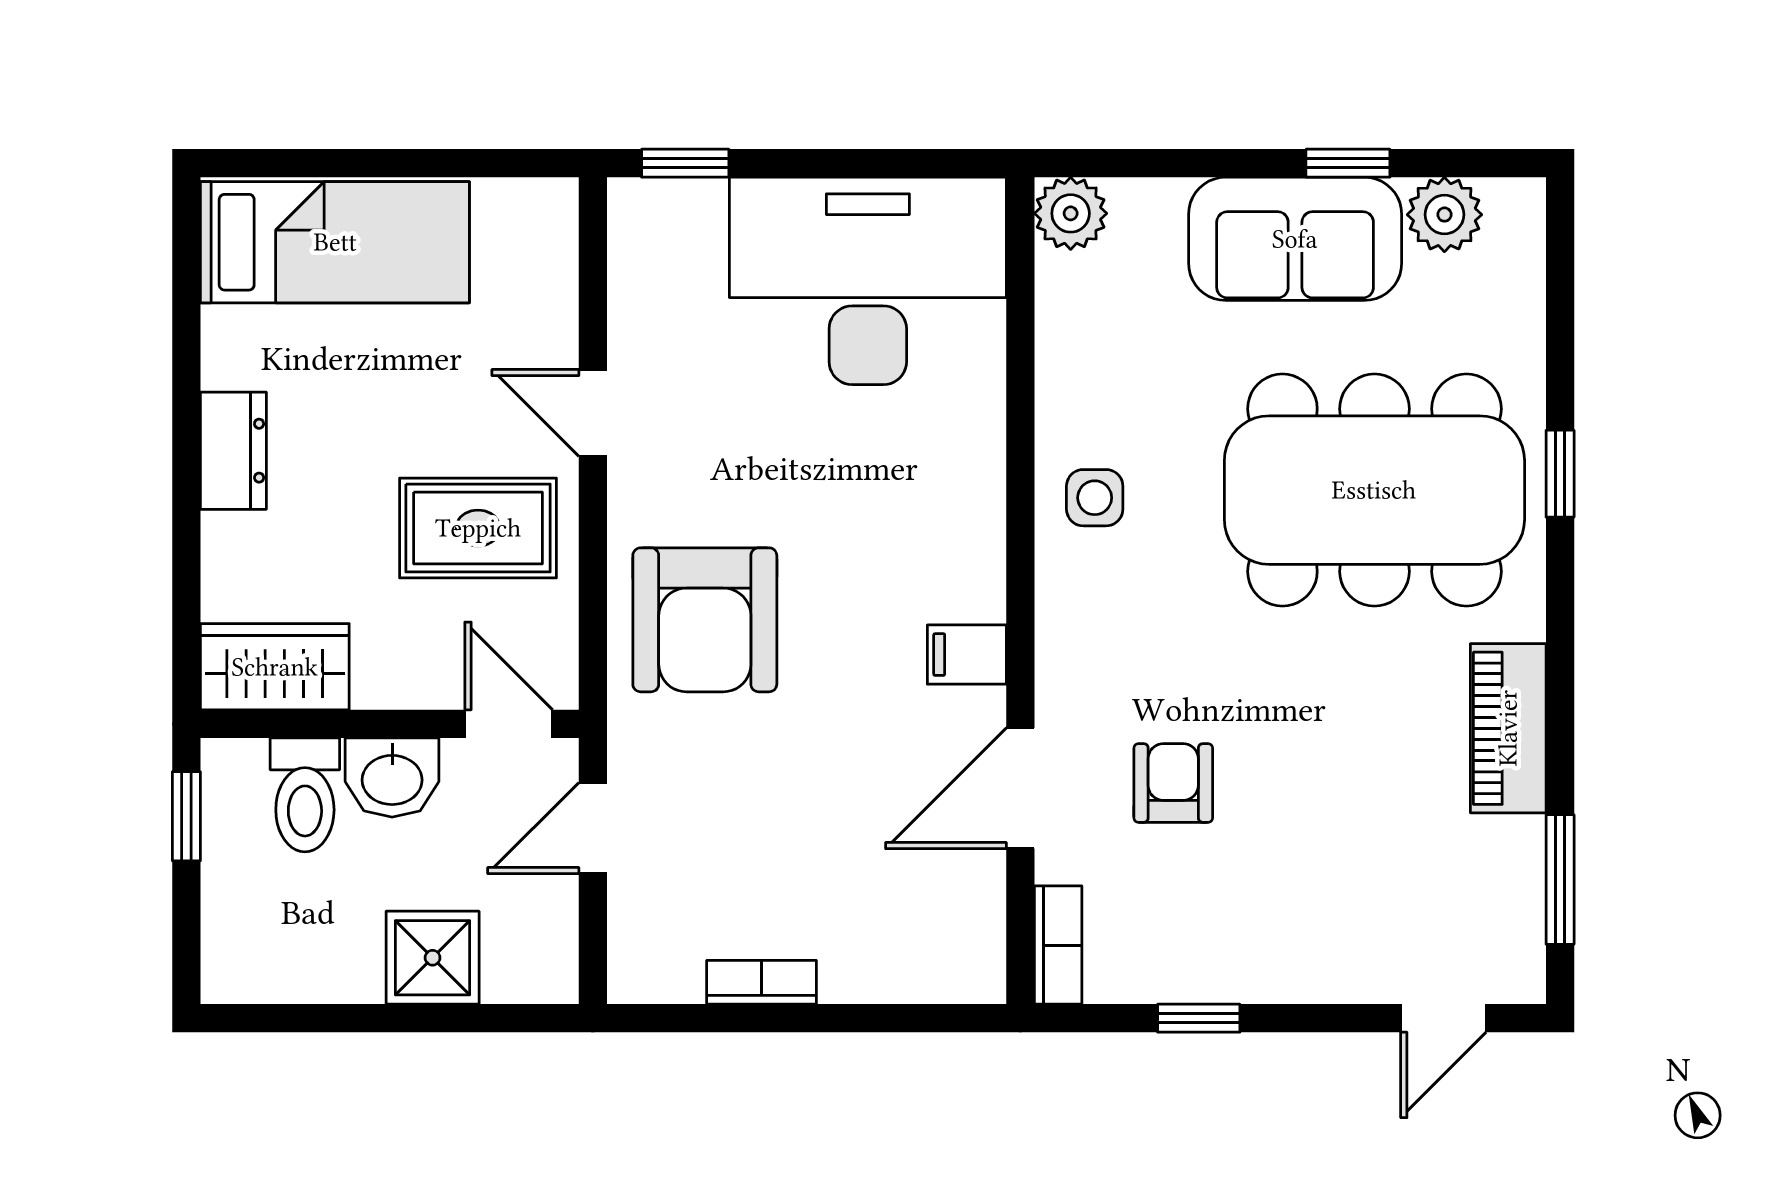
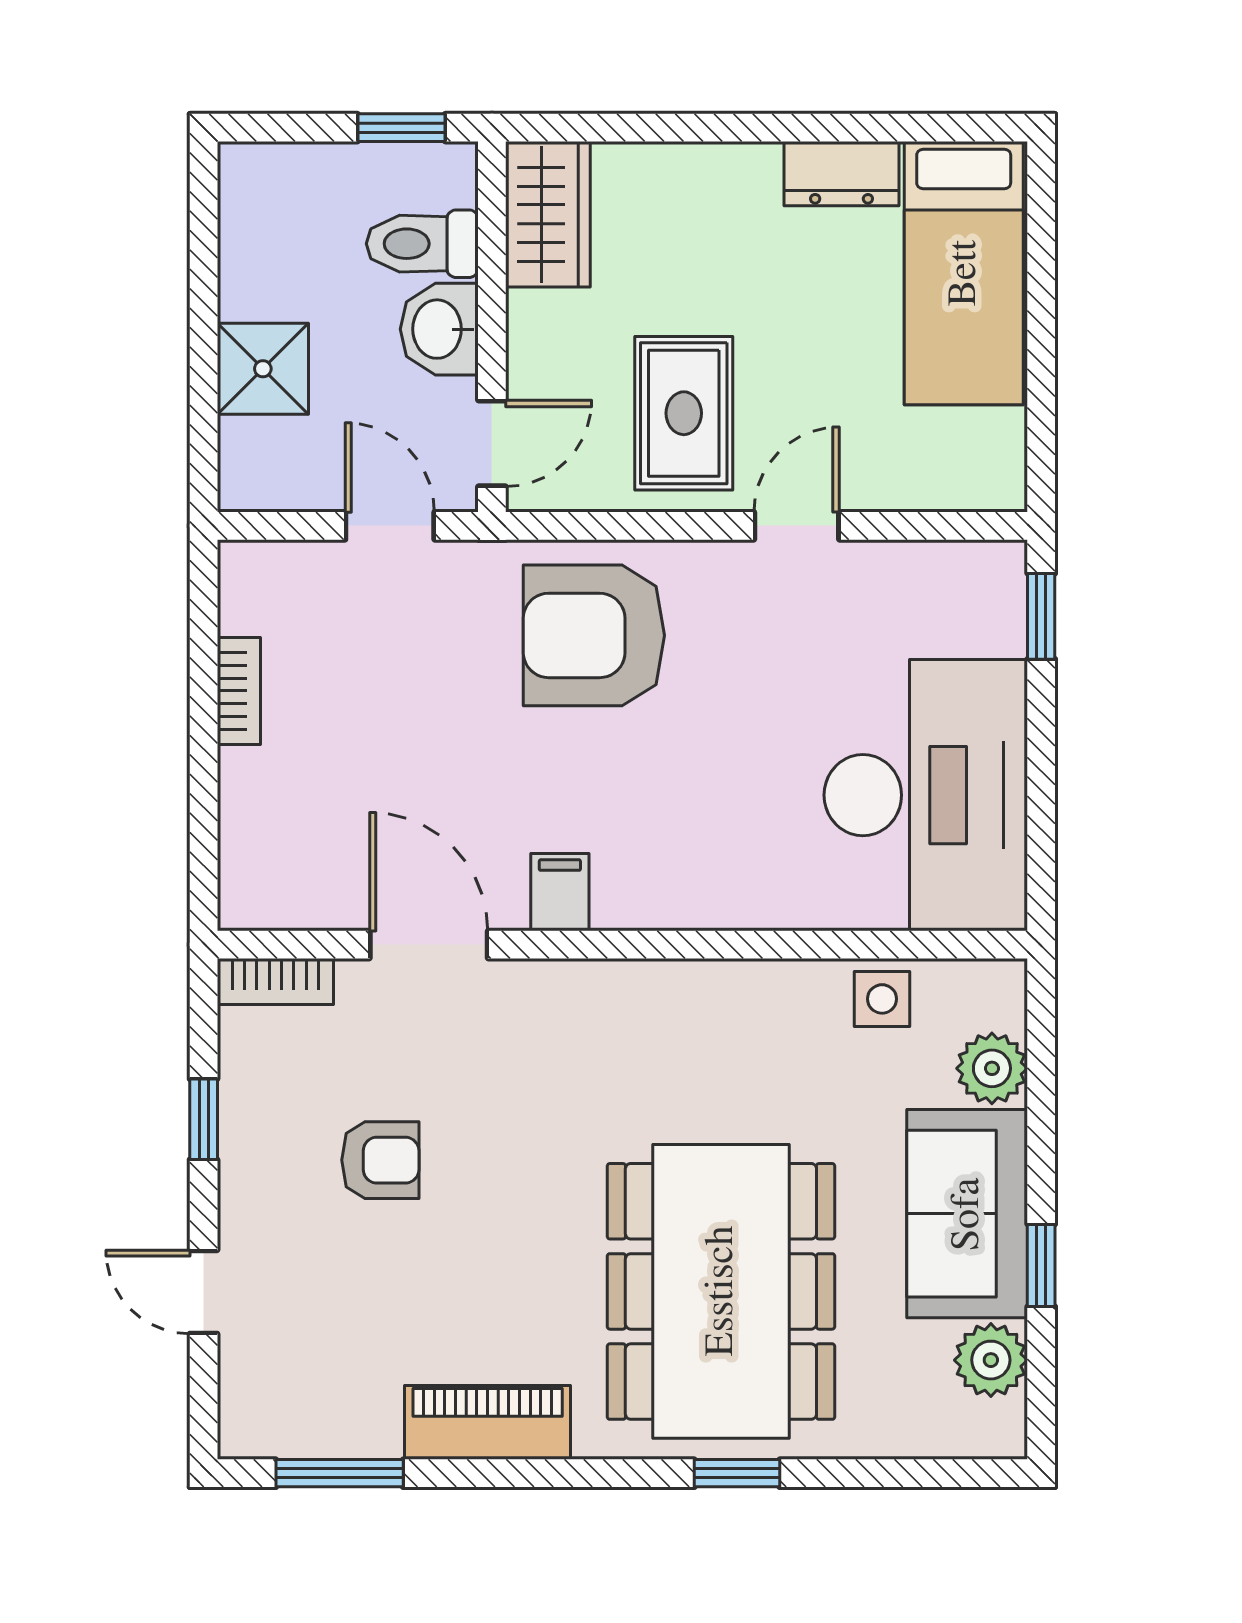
plant: (1071, 213) -> (992, 1068), moved
dresser: (233, 451) -> (842, 174), moved
side table: (1095, 498) -> (882, 999), moved
armchair: (1173, 783) -> (380, 1160), moved
door: (1443, 1018) -> (204, 1292), moved

